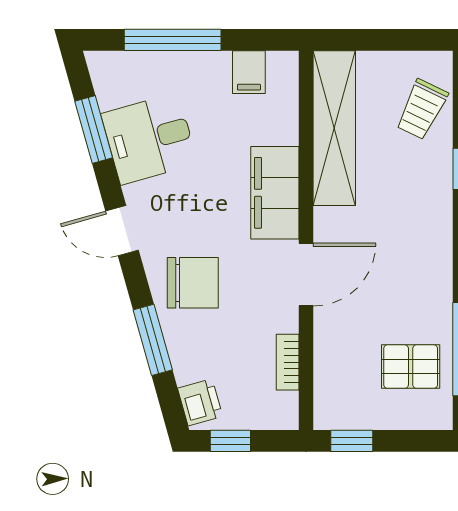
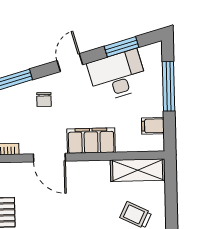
shelving: (334, 128) -> (138, 170), width x0.68
desk: (149, 139) -> (117, 75), width x1.37
chair: (193, 283) -> (44, 100), width x0.54, depth x0.54

